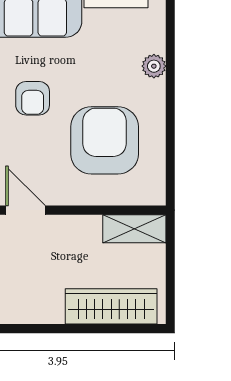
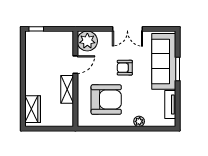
shelving: (134, 229) -> (67, 89), moved
wardrobe: (111, 306) -> (33, 109), width x0.67

